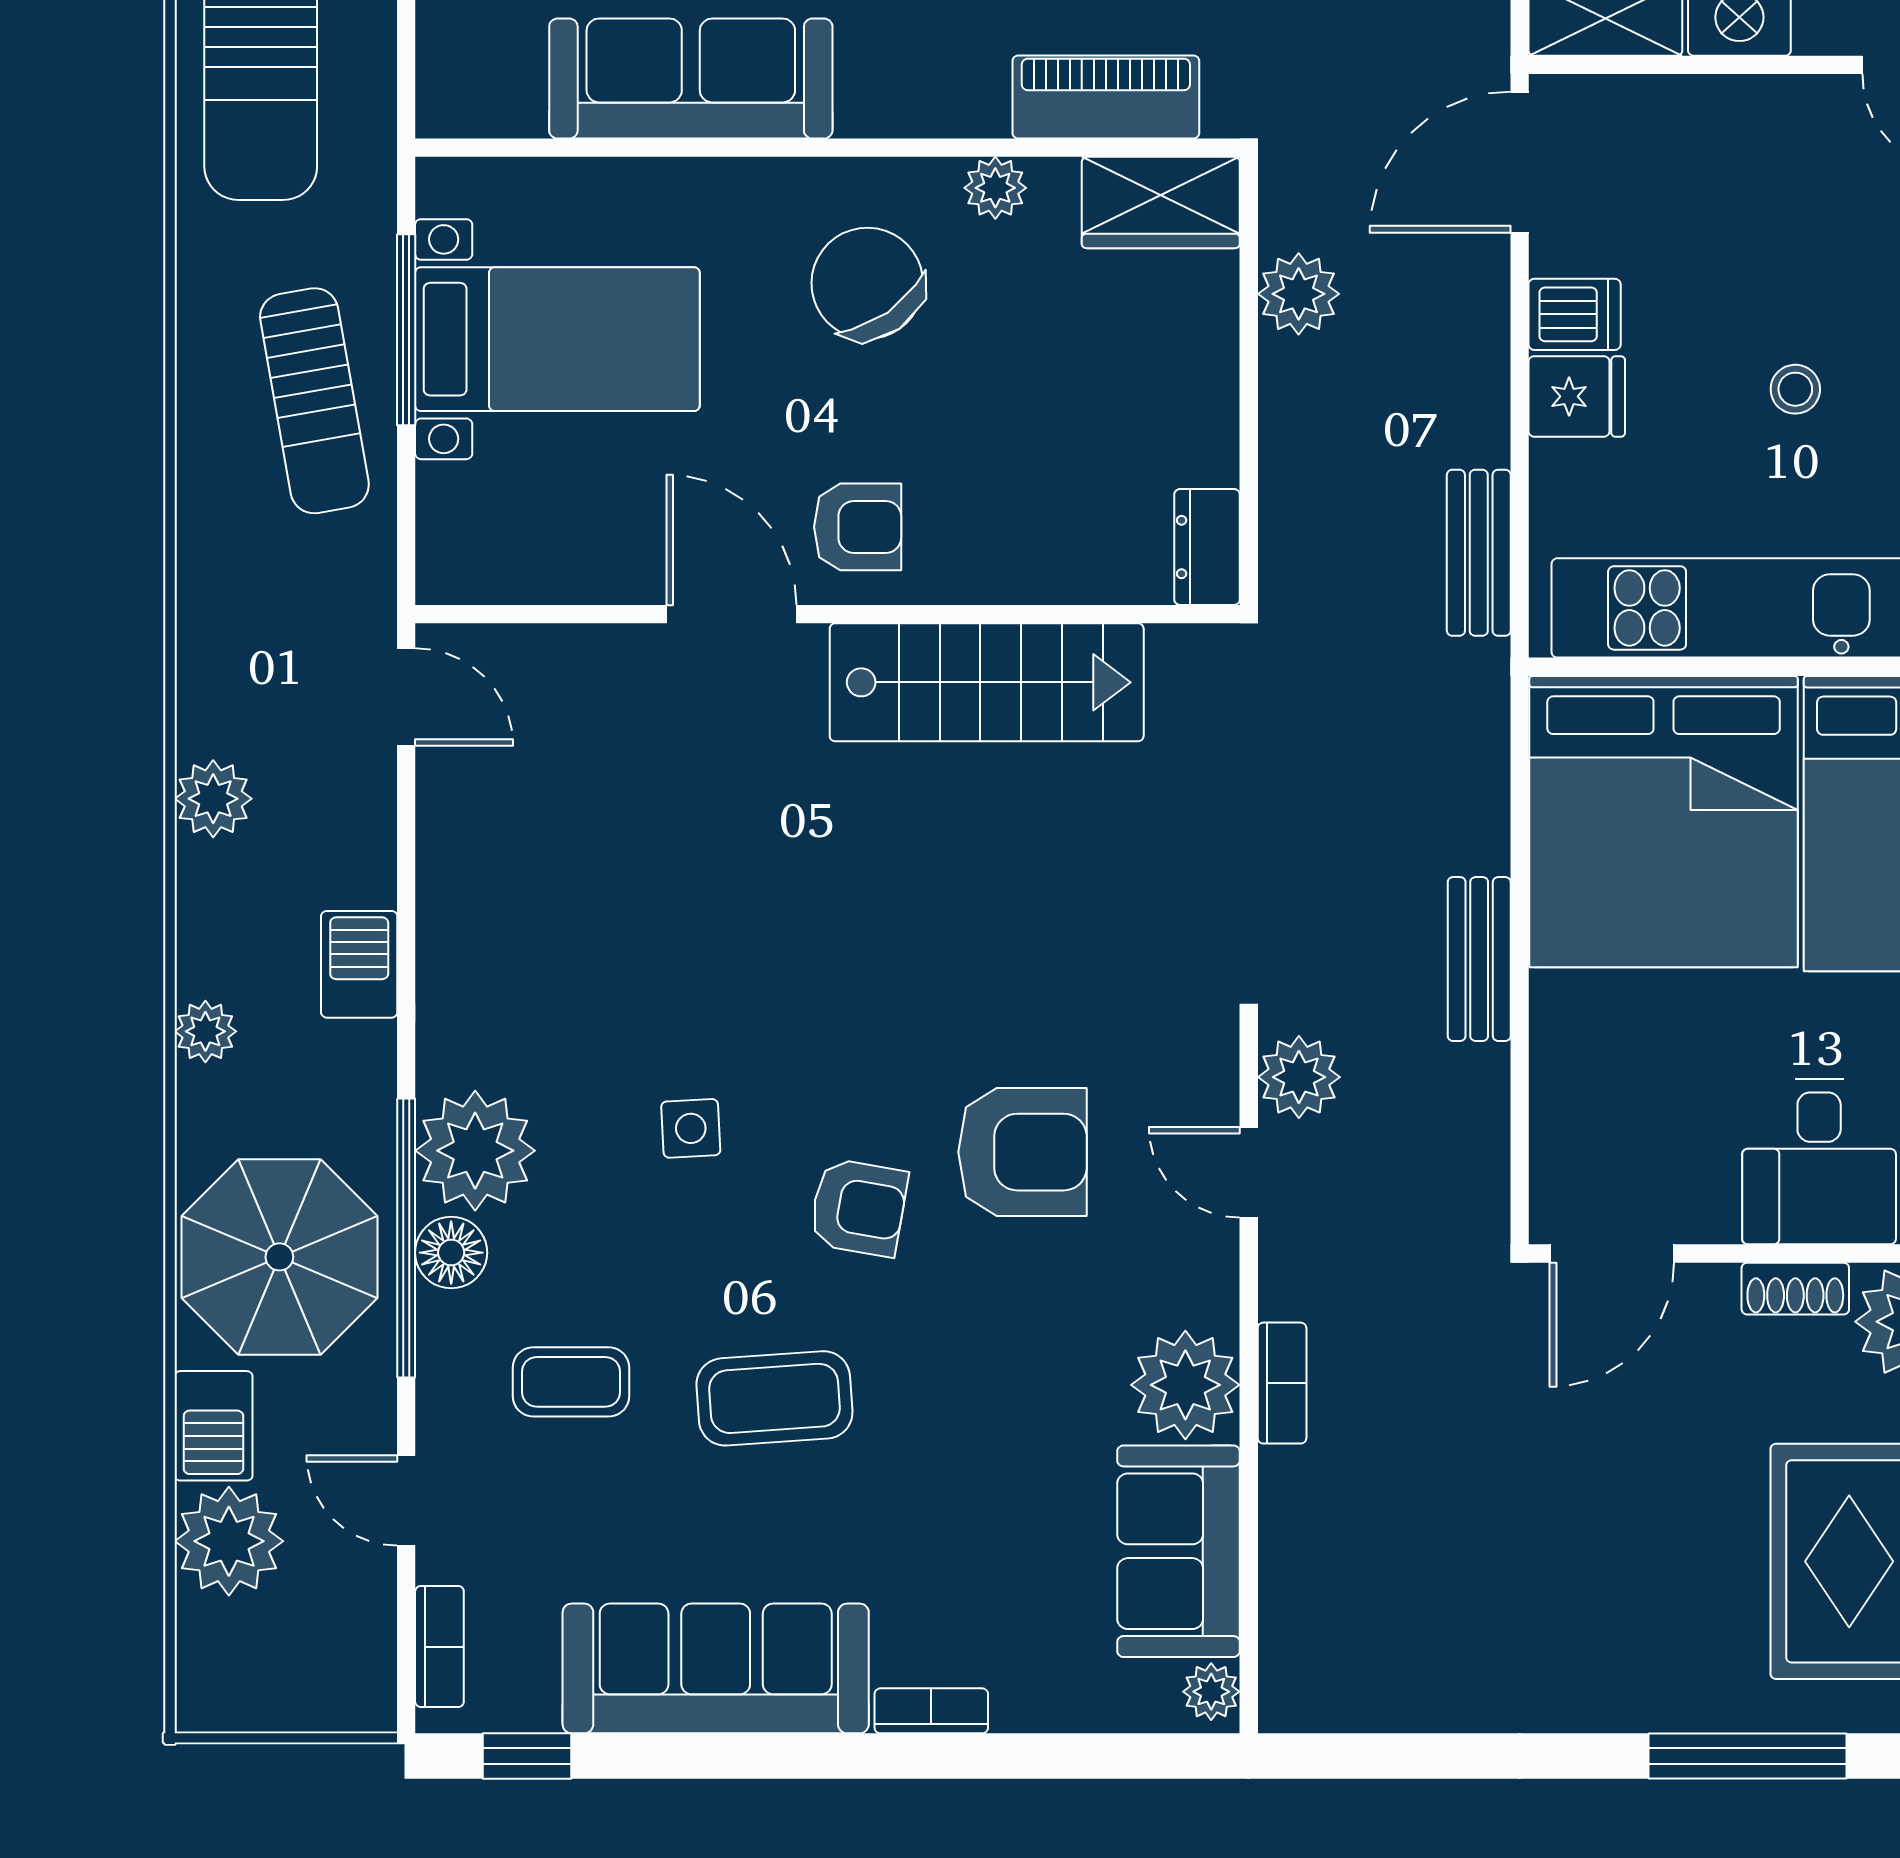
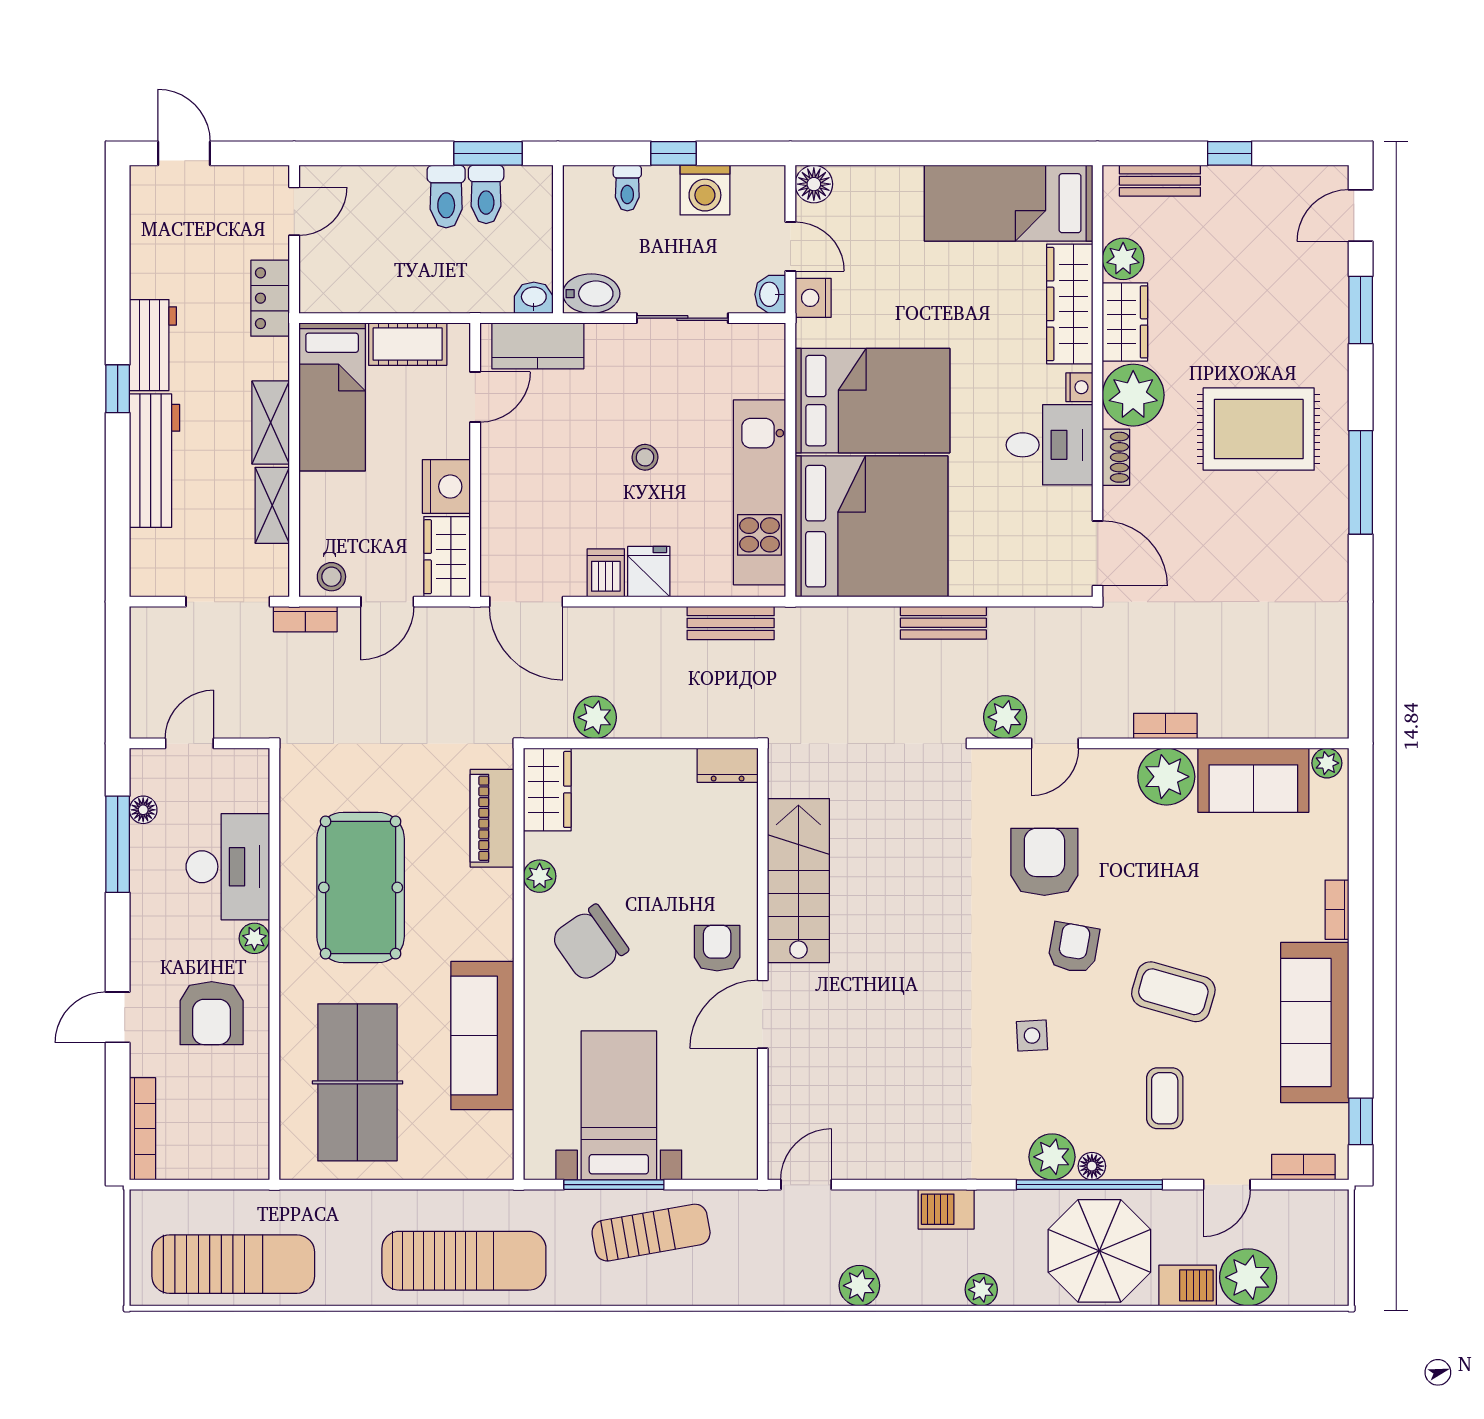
plant: (475, 1151) -> (1052, 1157), width x0.73, depth x0.73
floor lamp: (451, 1253) -> (1092, 1166), width x0.73, depth x0.73
coffee table: (774, 1398) -> (1173, 992), turned -70

